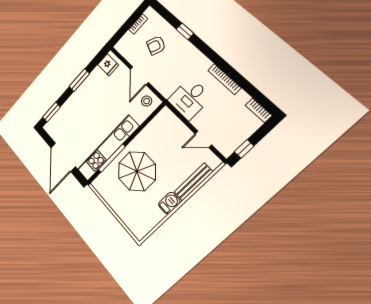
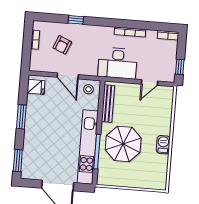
desk: (189, 99) -> (118, 63), width x1.37
bench: (193, 182) -> (108, 104), moved

